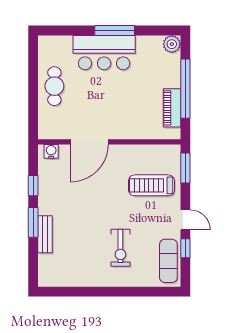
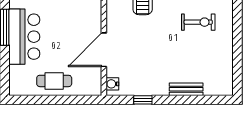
door: (89, 142) -> (104, 50), swing flipped
window: (33, 222) -> (176, 100), removed

